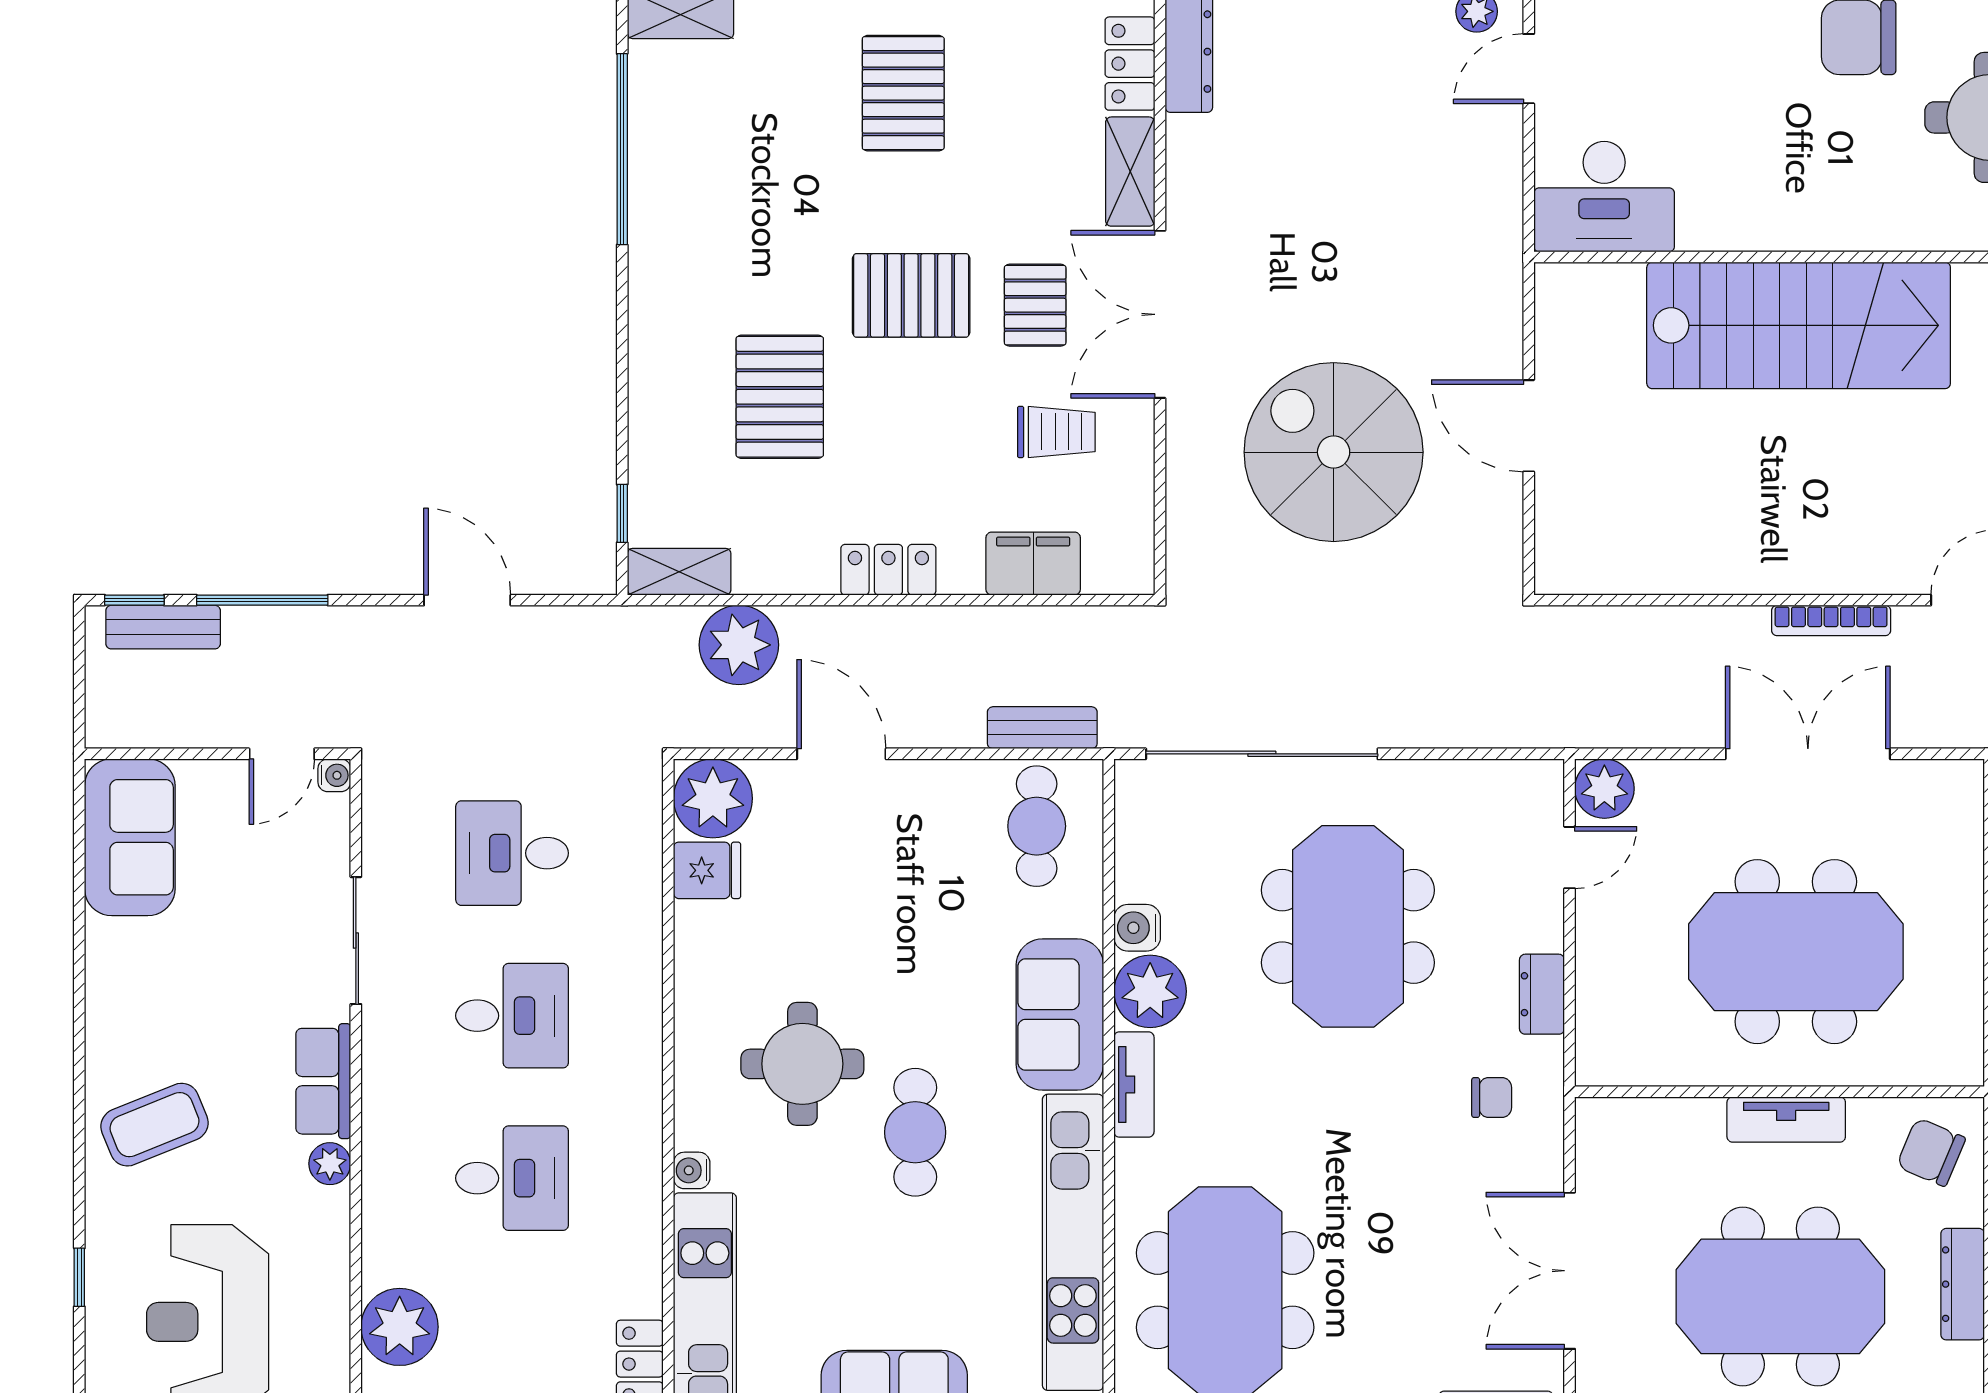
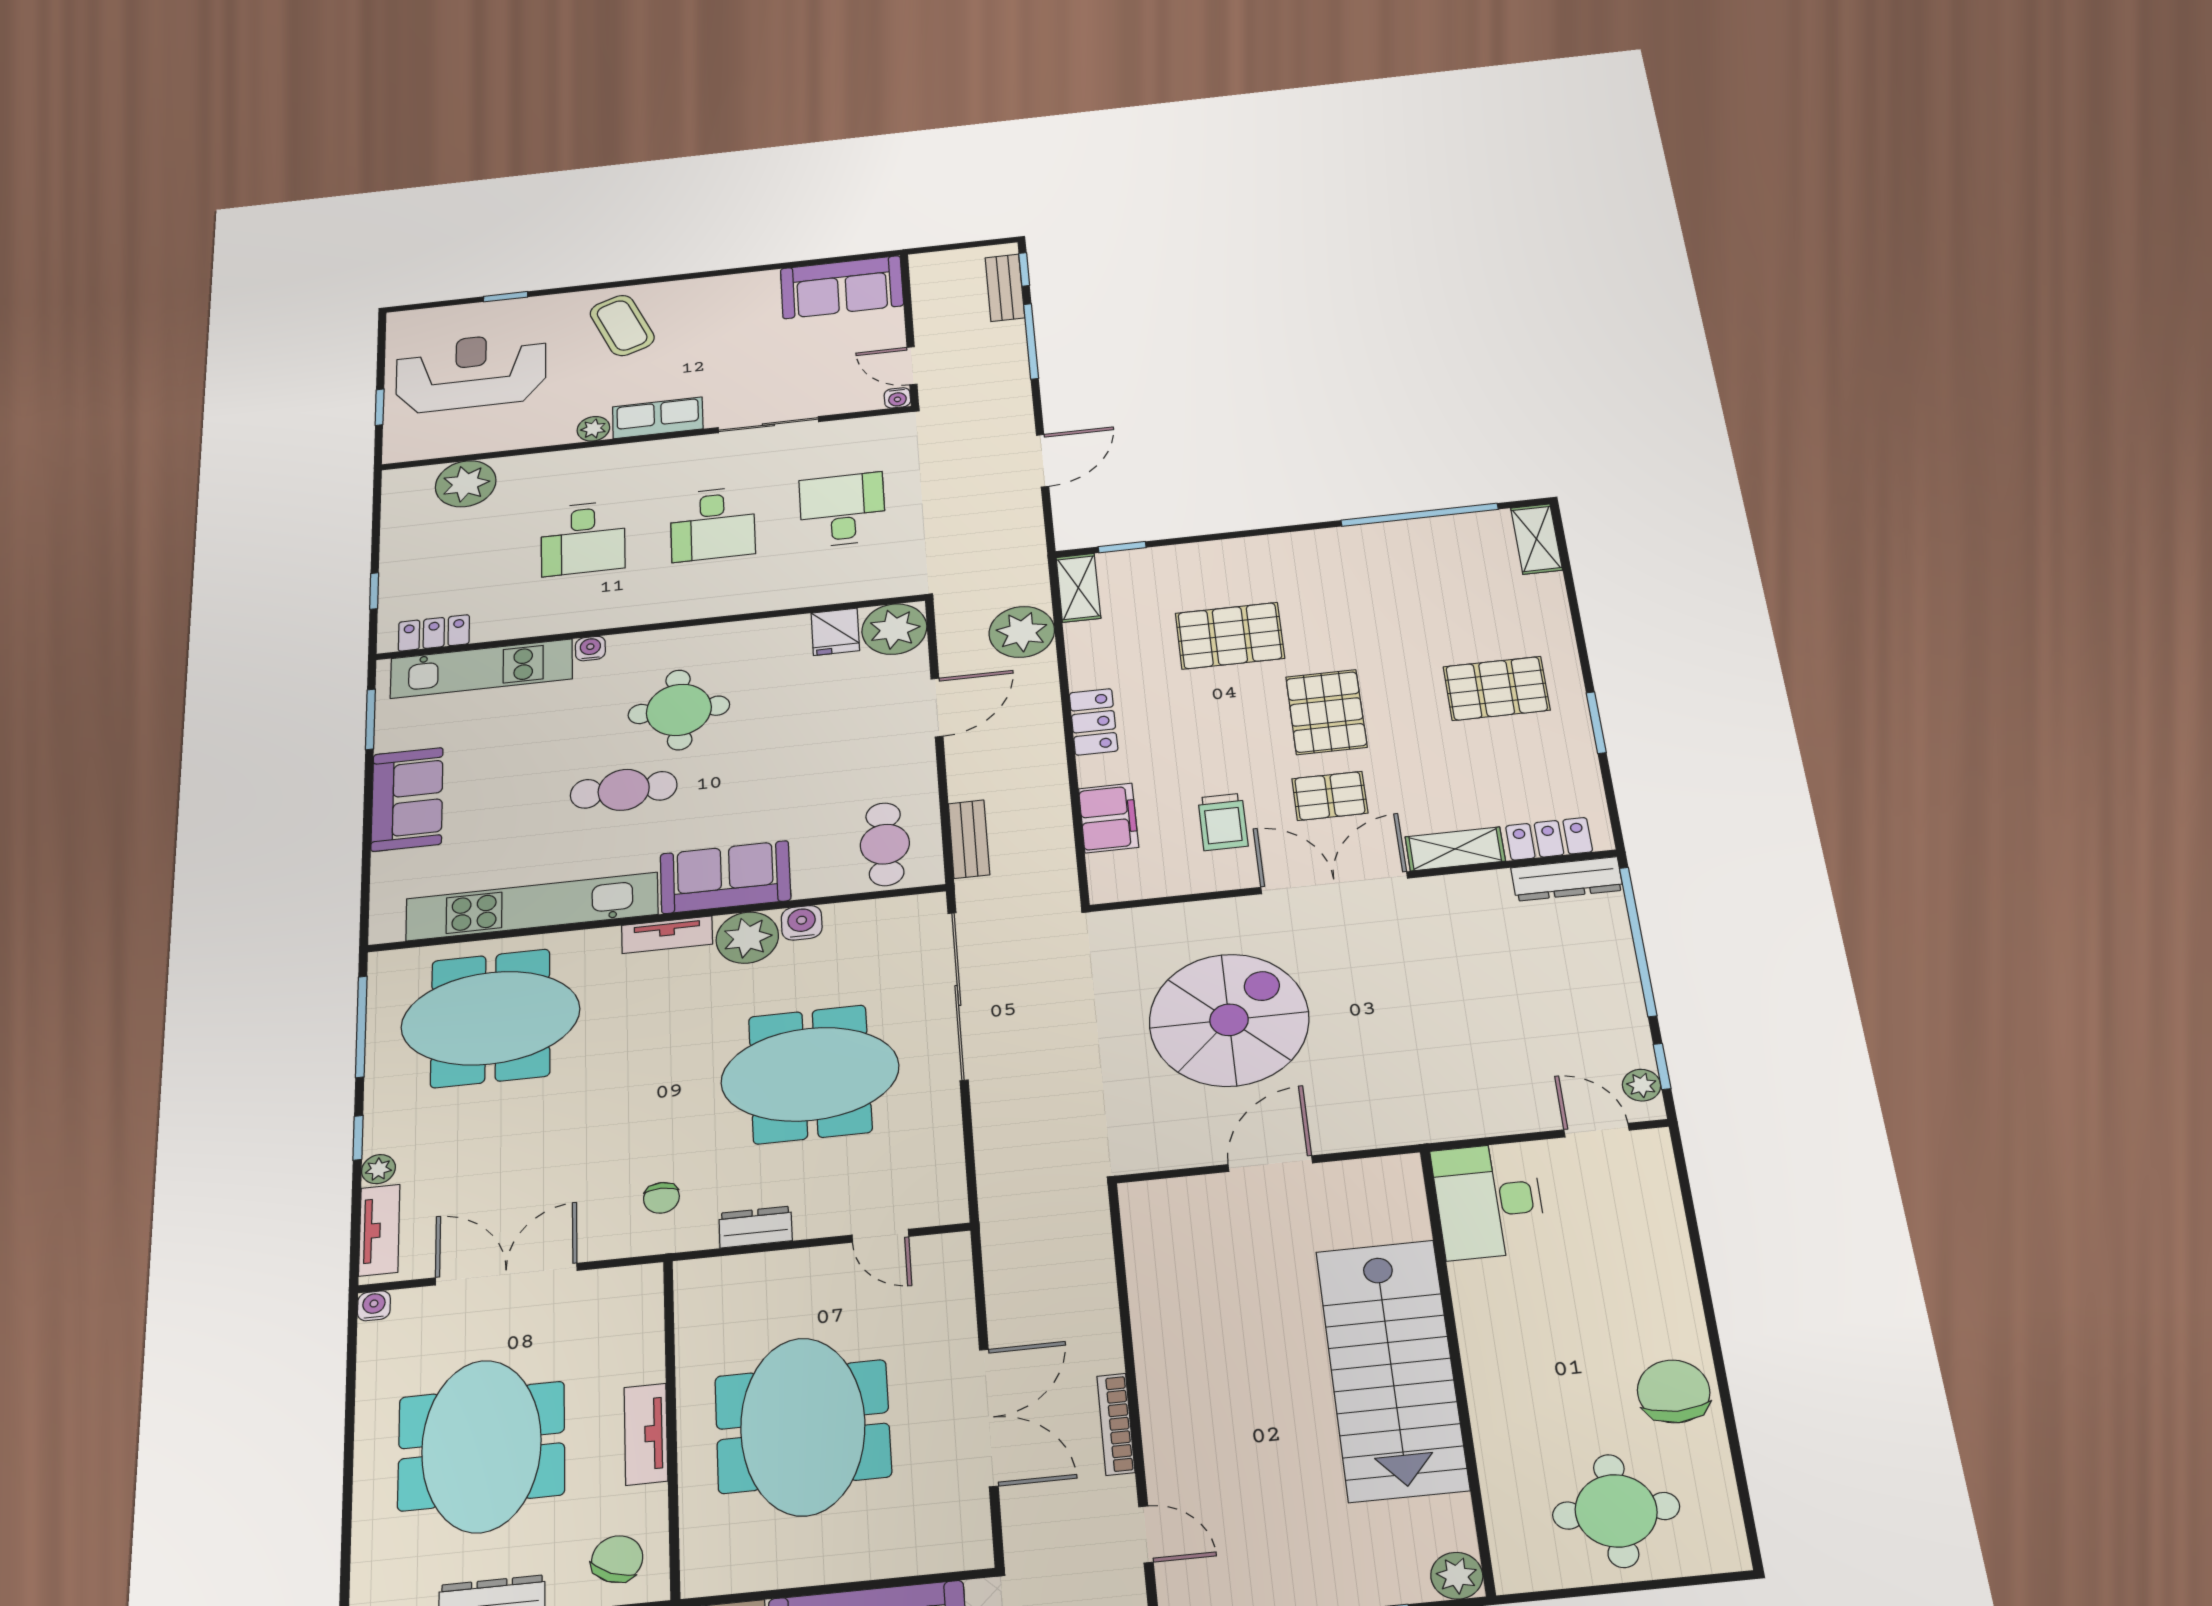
plant: (1604, 789) -> (945, 1257), removed
cafe table: (1037, 826) -> (885, 844), turned 90

